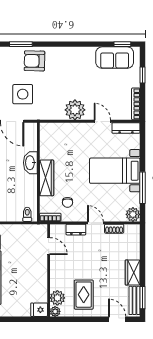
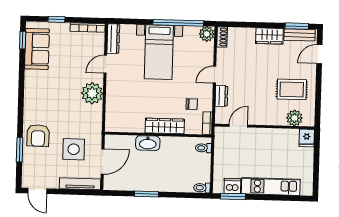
window: (142, 188) -> (178, 23), width x1.46
shoe rack: (114, 229) -> (222, 37), moved
plant: (55, 311) -> (309, 121), removed

